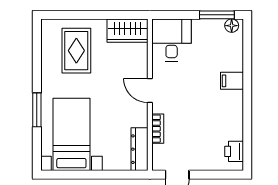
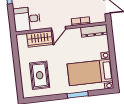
wardrobe: (128, 31) -> (40, 39), moved, turned 90
rug: (76, 51) -> (40, 75), turned 90

